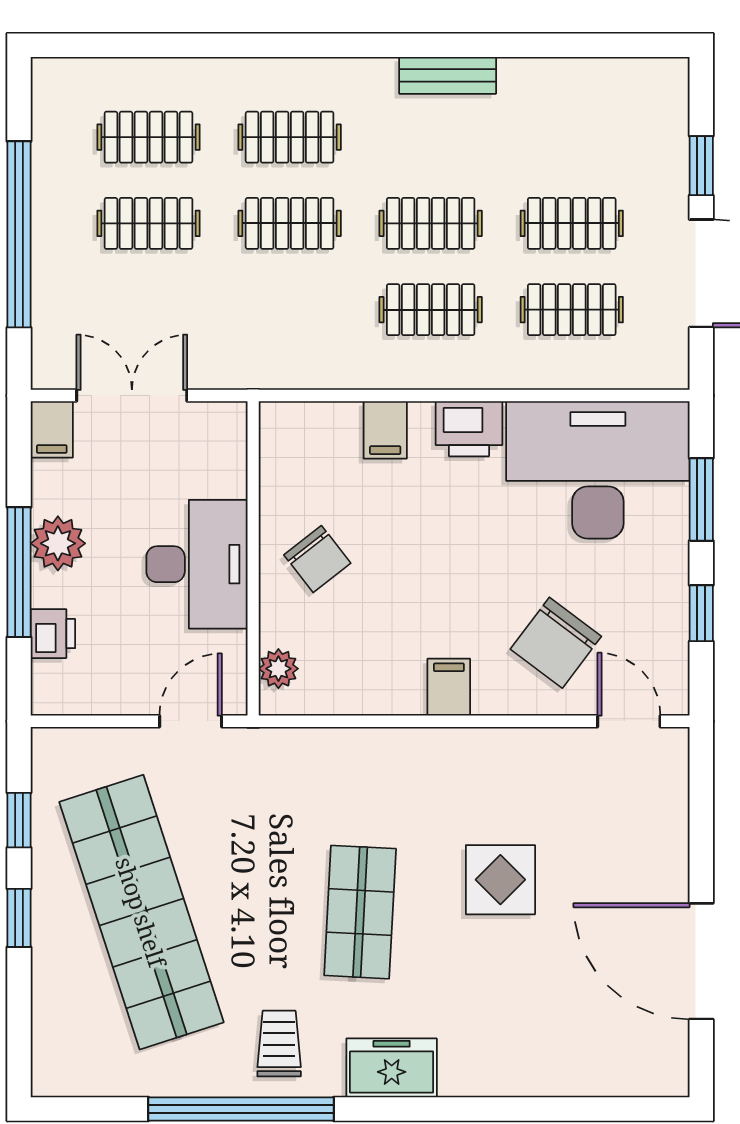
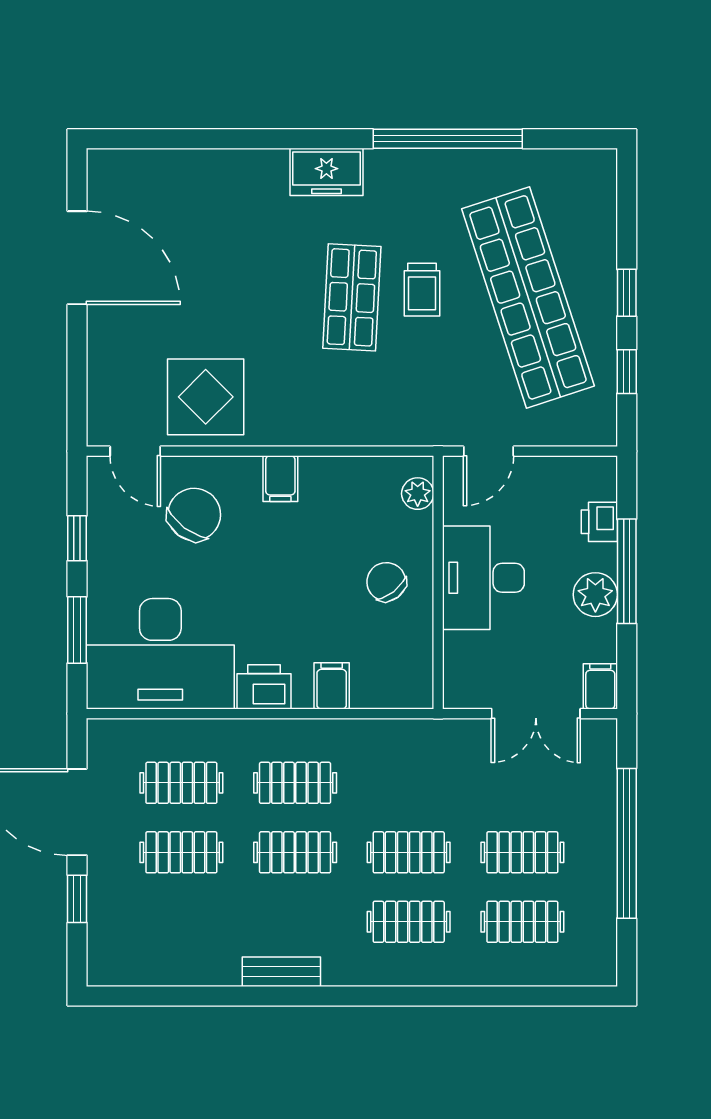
display table: (500, 880) -> (206, 397), moved, width x1.36, depth x1.36
trolley: (279, 1044) -> (422, 290), moved

